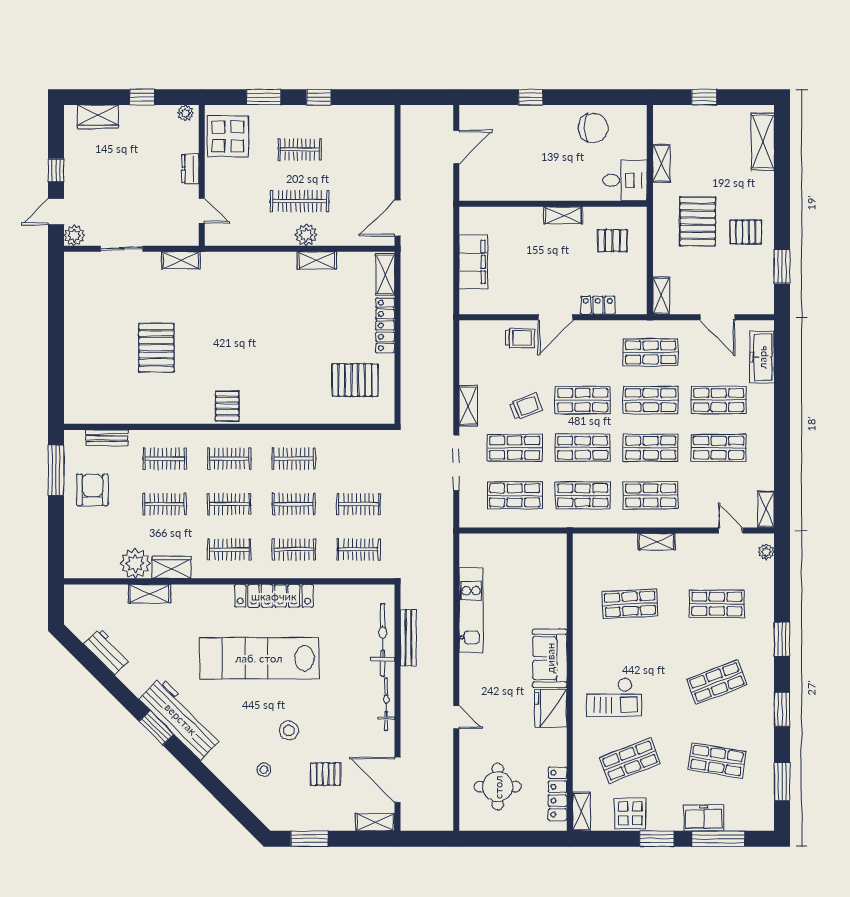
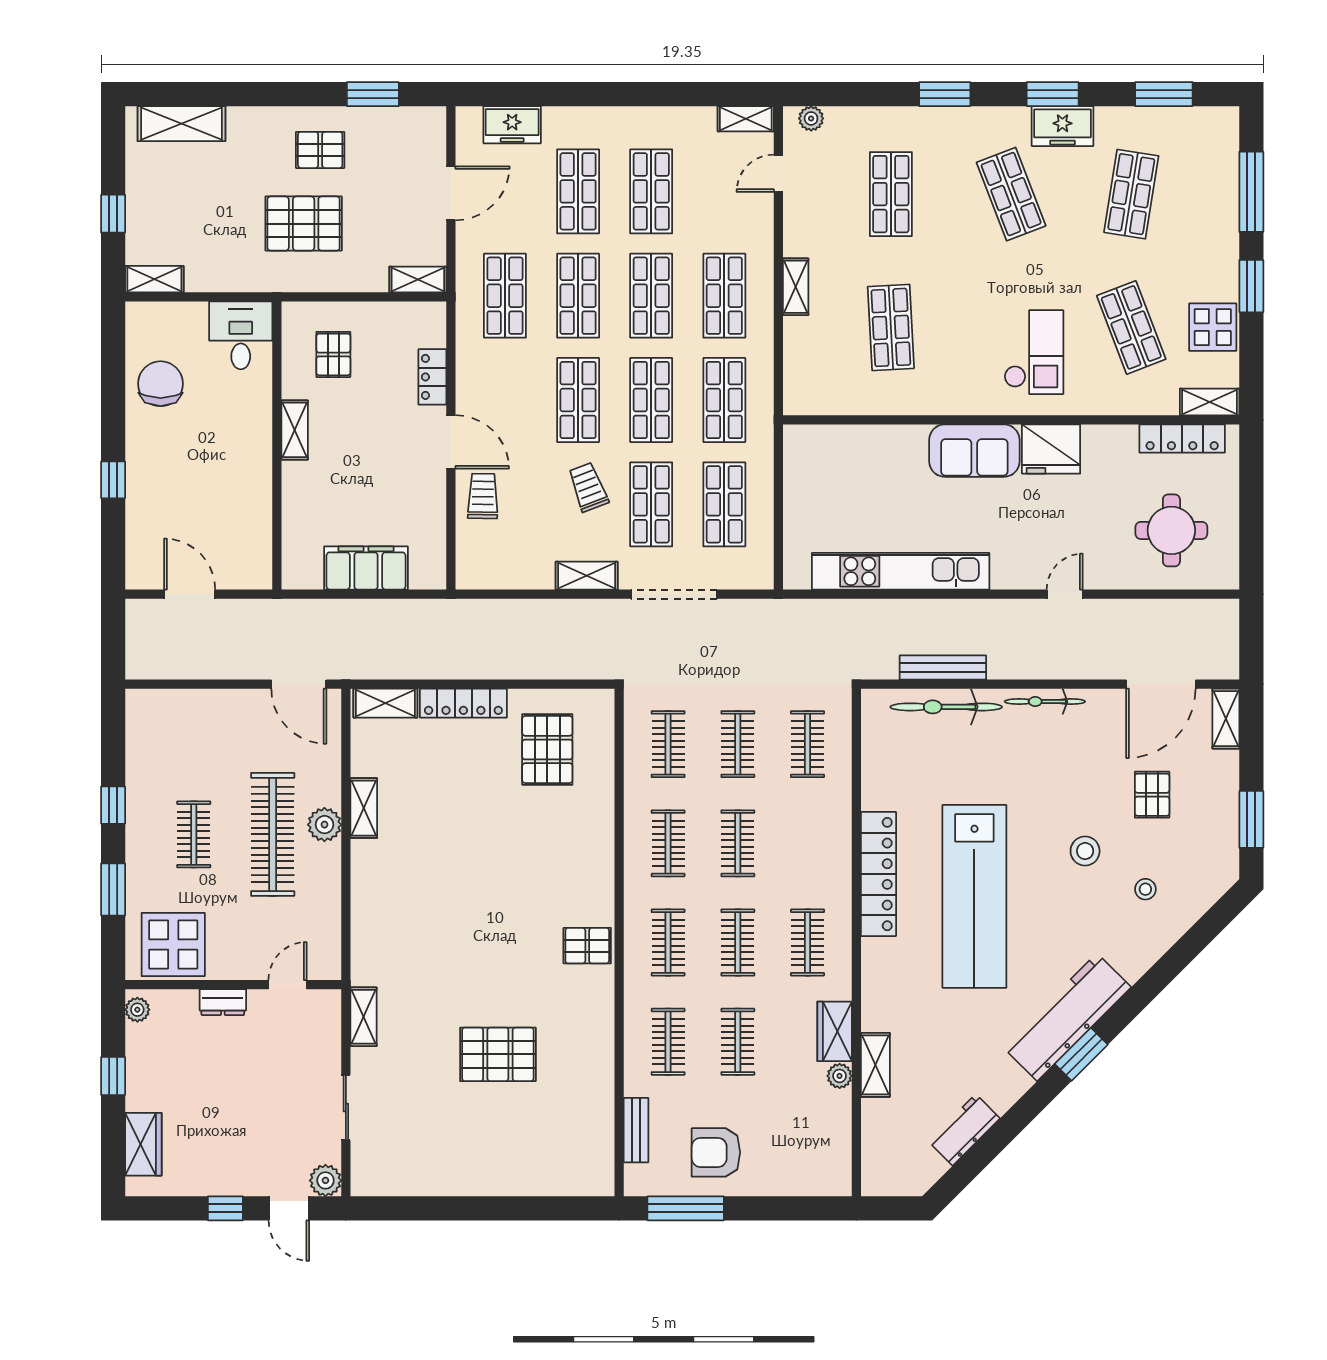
shelving: (661, 163) -> (154, 279), moved
clothes rail: (300, 201) -> (273, 834), width x1.37, depth x1.31
pallet: (746, 232) -> (320, 150), turned 90
freezer: (762, 357) -> (512, 125), width x0.71
clothes rail: (294, 550) -> (668, 744), moved
plant: (135, 563) -> (840, 1076), width x0.53, depth x0.53
kitchen unit: (471, 610) -> (901, 571), width x1.36
freezer: (704, 818) -> (1062, 126), moved, turned -90

